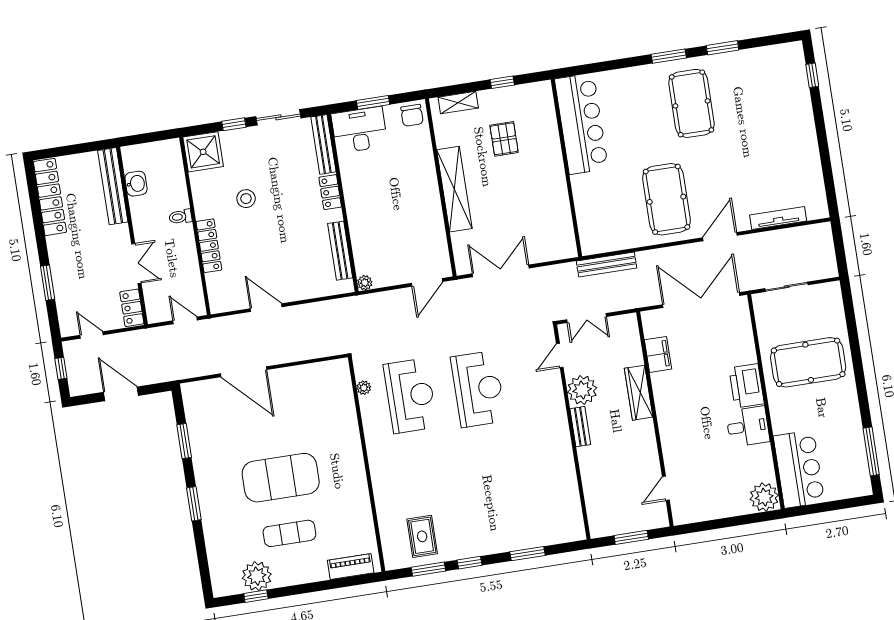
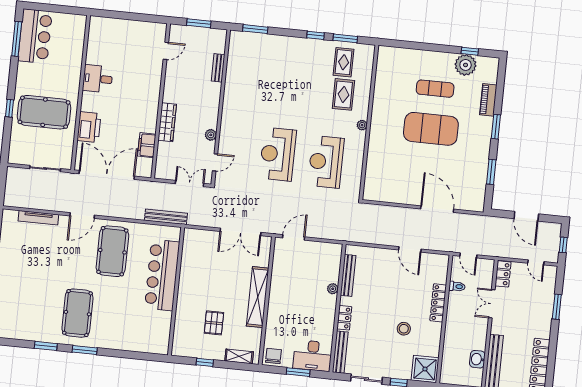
bar counter: (581, 124) -> (162, 275), moved
toilet: (180, 217) -> (457, 286), moved
plant: (365, 283) -> (333, 289), moved
double door: (701, 300) -> (107, 175), swing flipped
window: (856, 355) -> (9, 108), added
printer: (747, 386) -> (89, 127), moved
plant: (364, 388) -> (362, 125), moved
plant: (582, 390) -> (211, 135), width x0.53, depth x0.53
bench: (580, 427) -> (218, 68), moved
bar counter: (799, 469) -> (35, 36), moved, turned 180
rug: (411, 493) -> (343, 94), added
plant: (764, 497) -> (99, 27), removed
window: (528, 554) -> (255, 29), moved
piano: (351, 567) -> (488, 100), moved, turned 90

